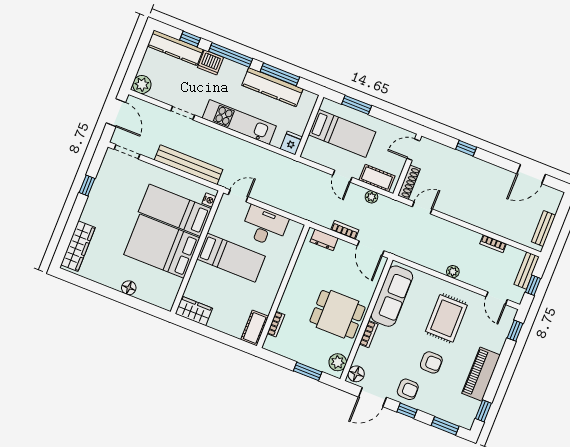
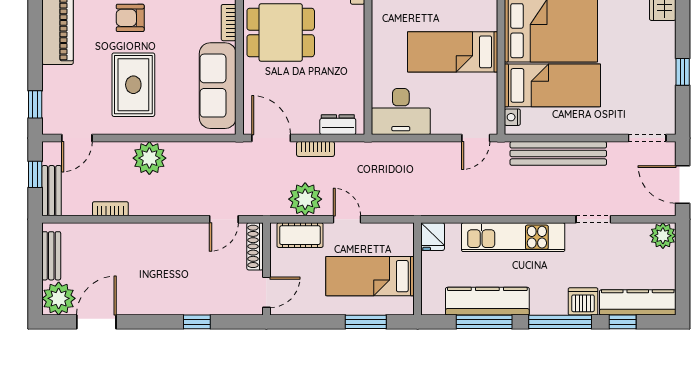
plant: (371, 197) -> (305, 199), width x1.88, depth x1.88
plant: (550, 199) -> (59, 298), added
desk: (265, 226) -> (401, 112), moved
plant: (453, 272) -> (149, 158), width x1.87, depth x1.87
door: (497, 298) -> (77, 138), swing flipped

